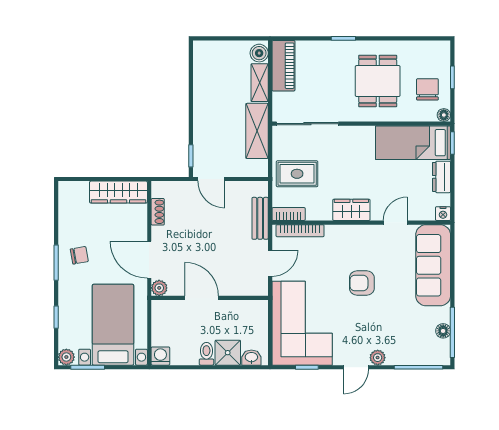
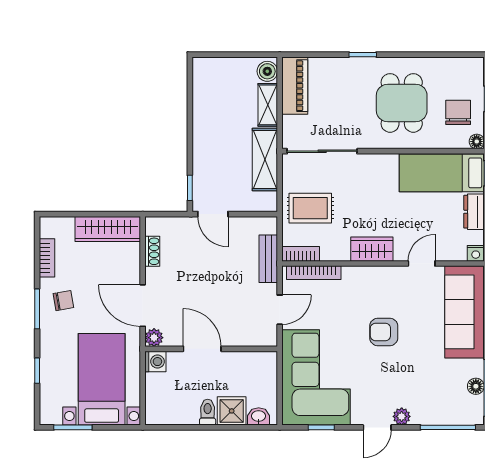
bookcase: (65, 218) -> (47, 258), added
washing machine: (160, 356) -> (155, 362), moved, turned 90
plant: (66, 357) -> (49, 416), removed

